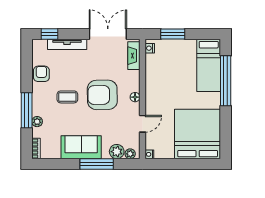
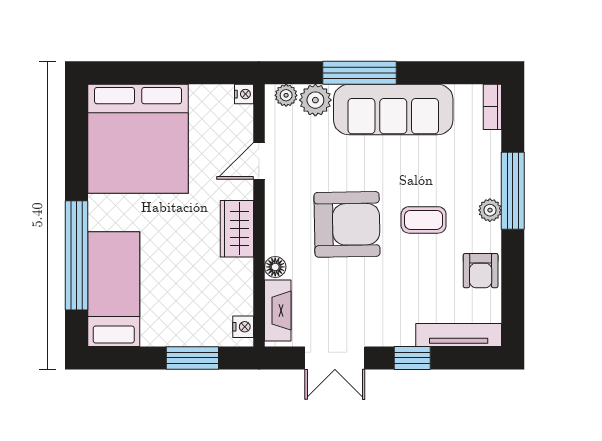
window: (50, 34) -> (412, 358), moved
double door: (108, 34) -> (335, 358), width x0.73
tv unit: (67, 44) -> (459, 335), moved
wardrobe: (153, 93) -> (237, 229), added
floor lamp: (135, 97) -> (275, 267), moved
plant: (37, 122) -> (490, 210), moved
sofa: (81, 147) -> (393, 110), width x1.36

